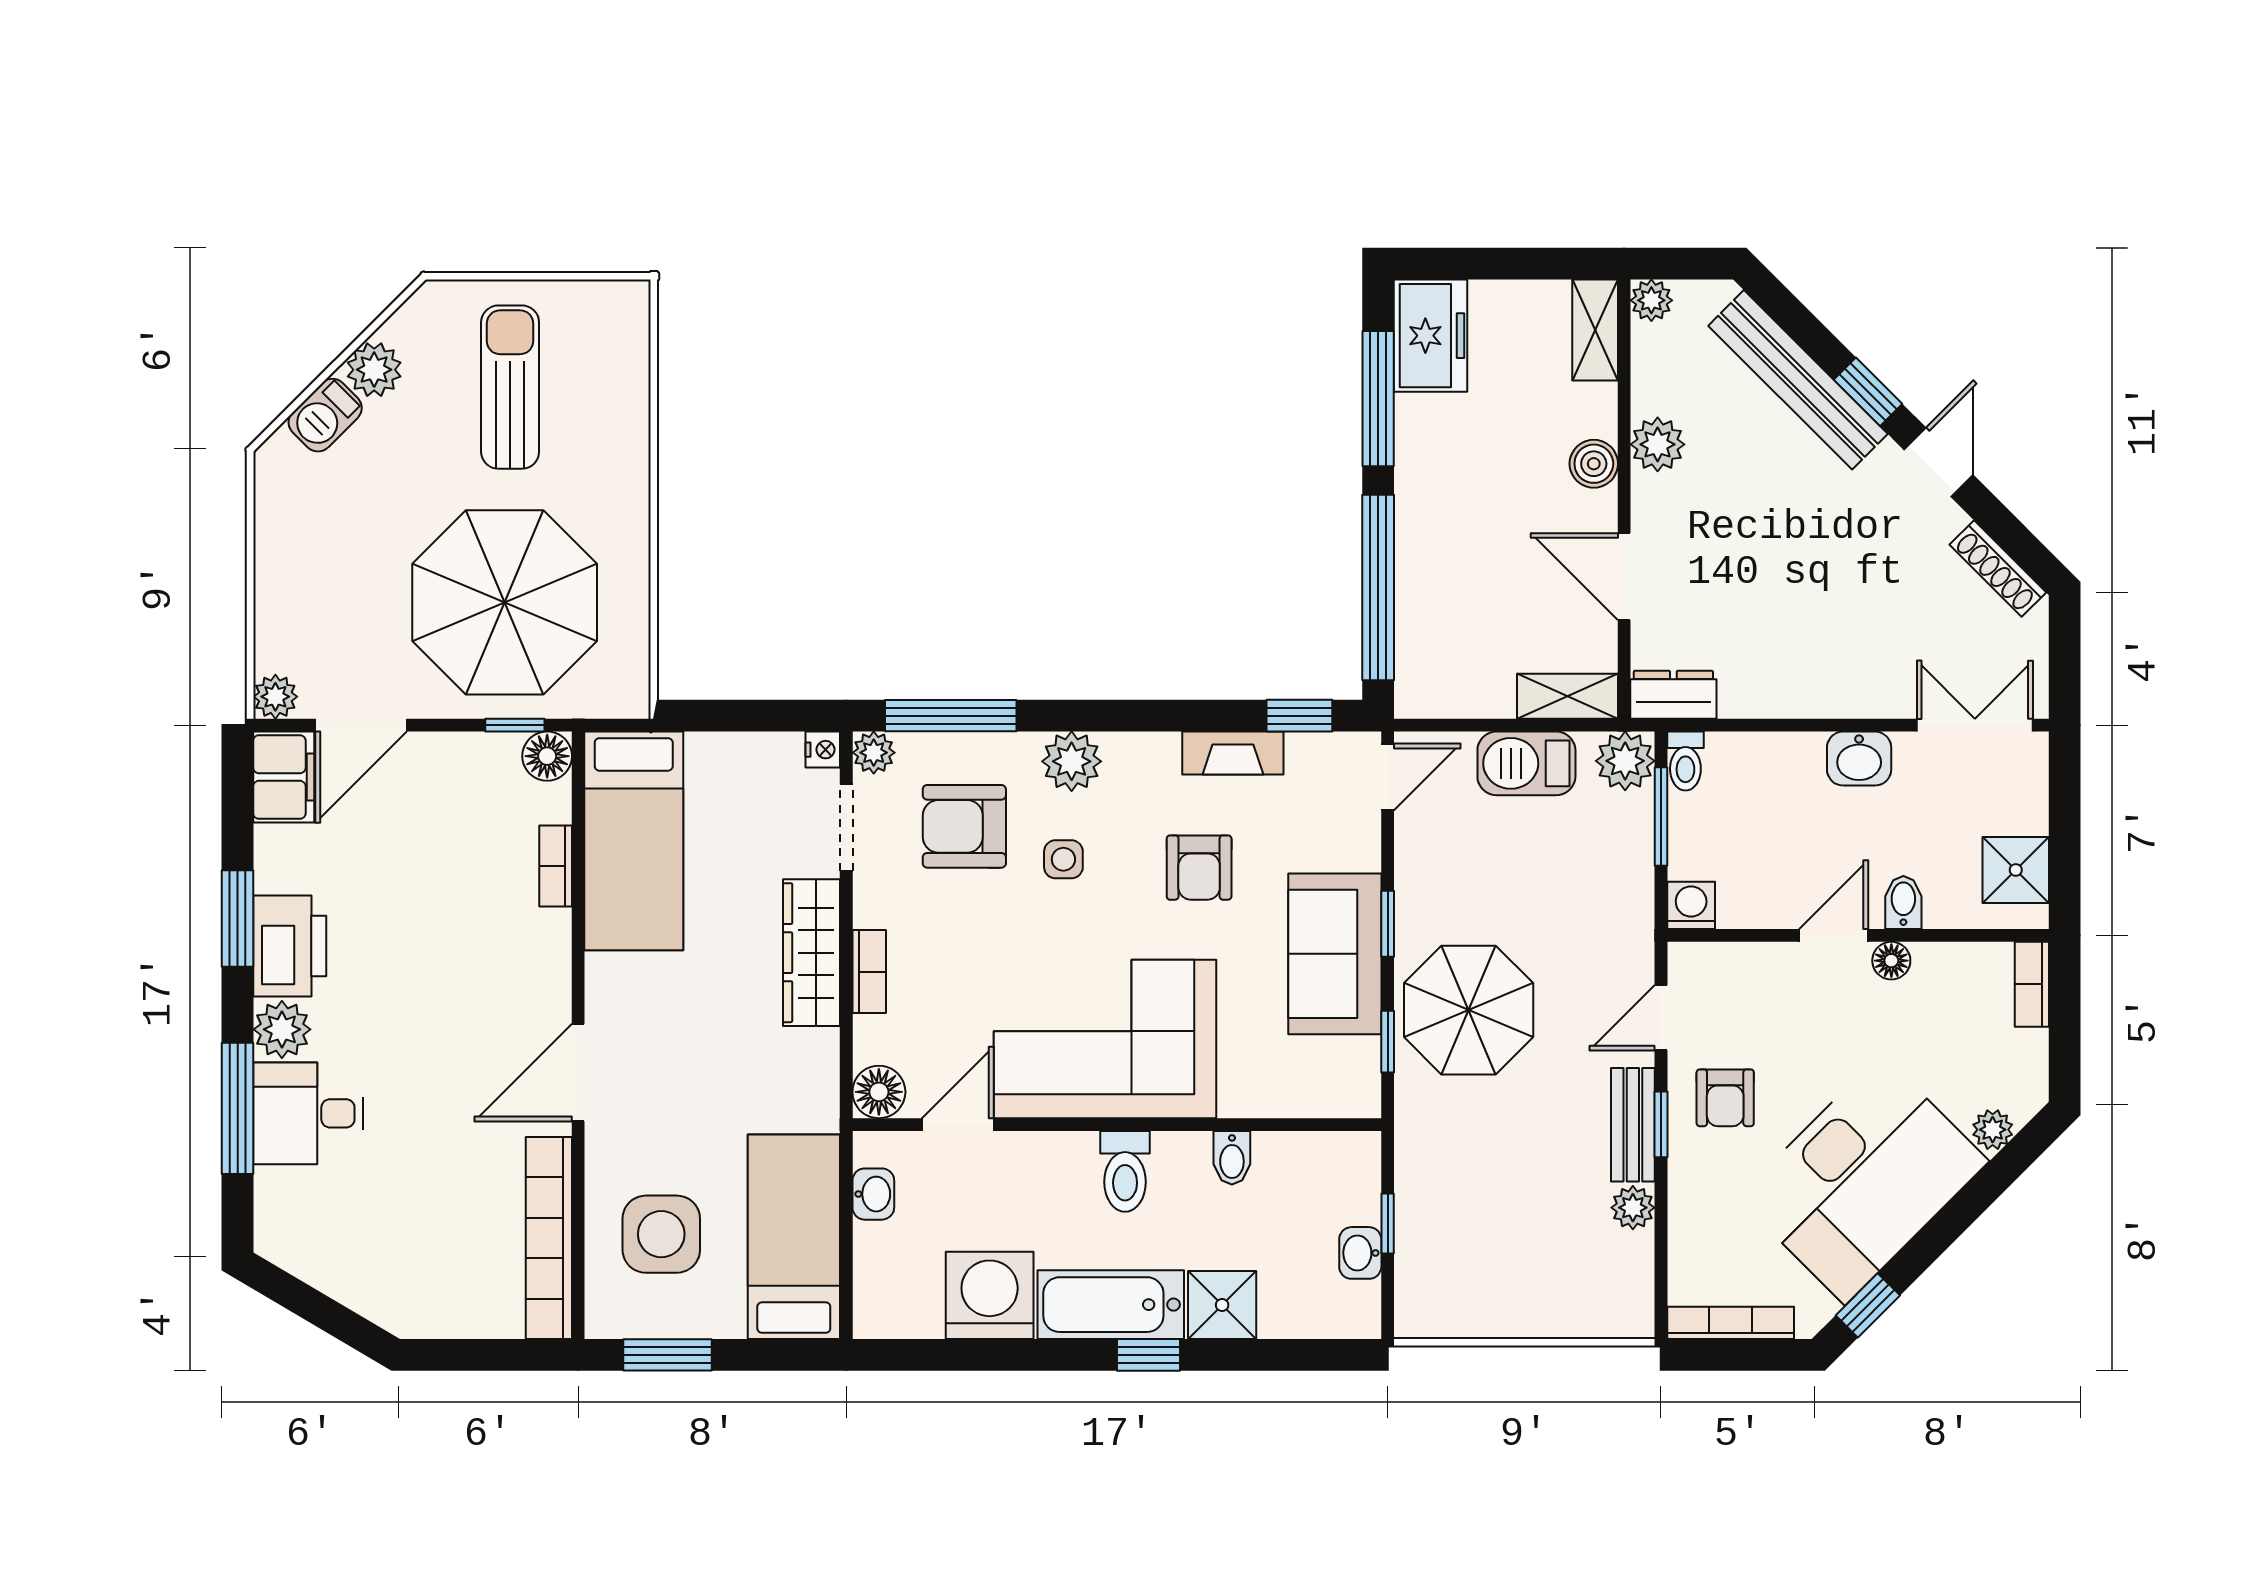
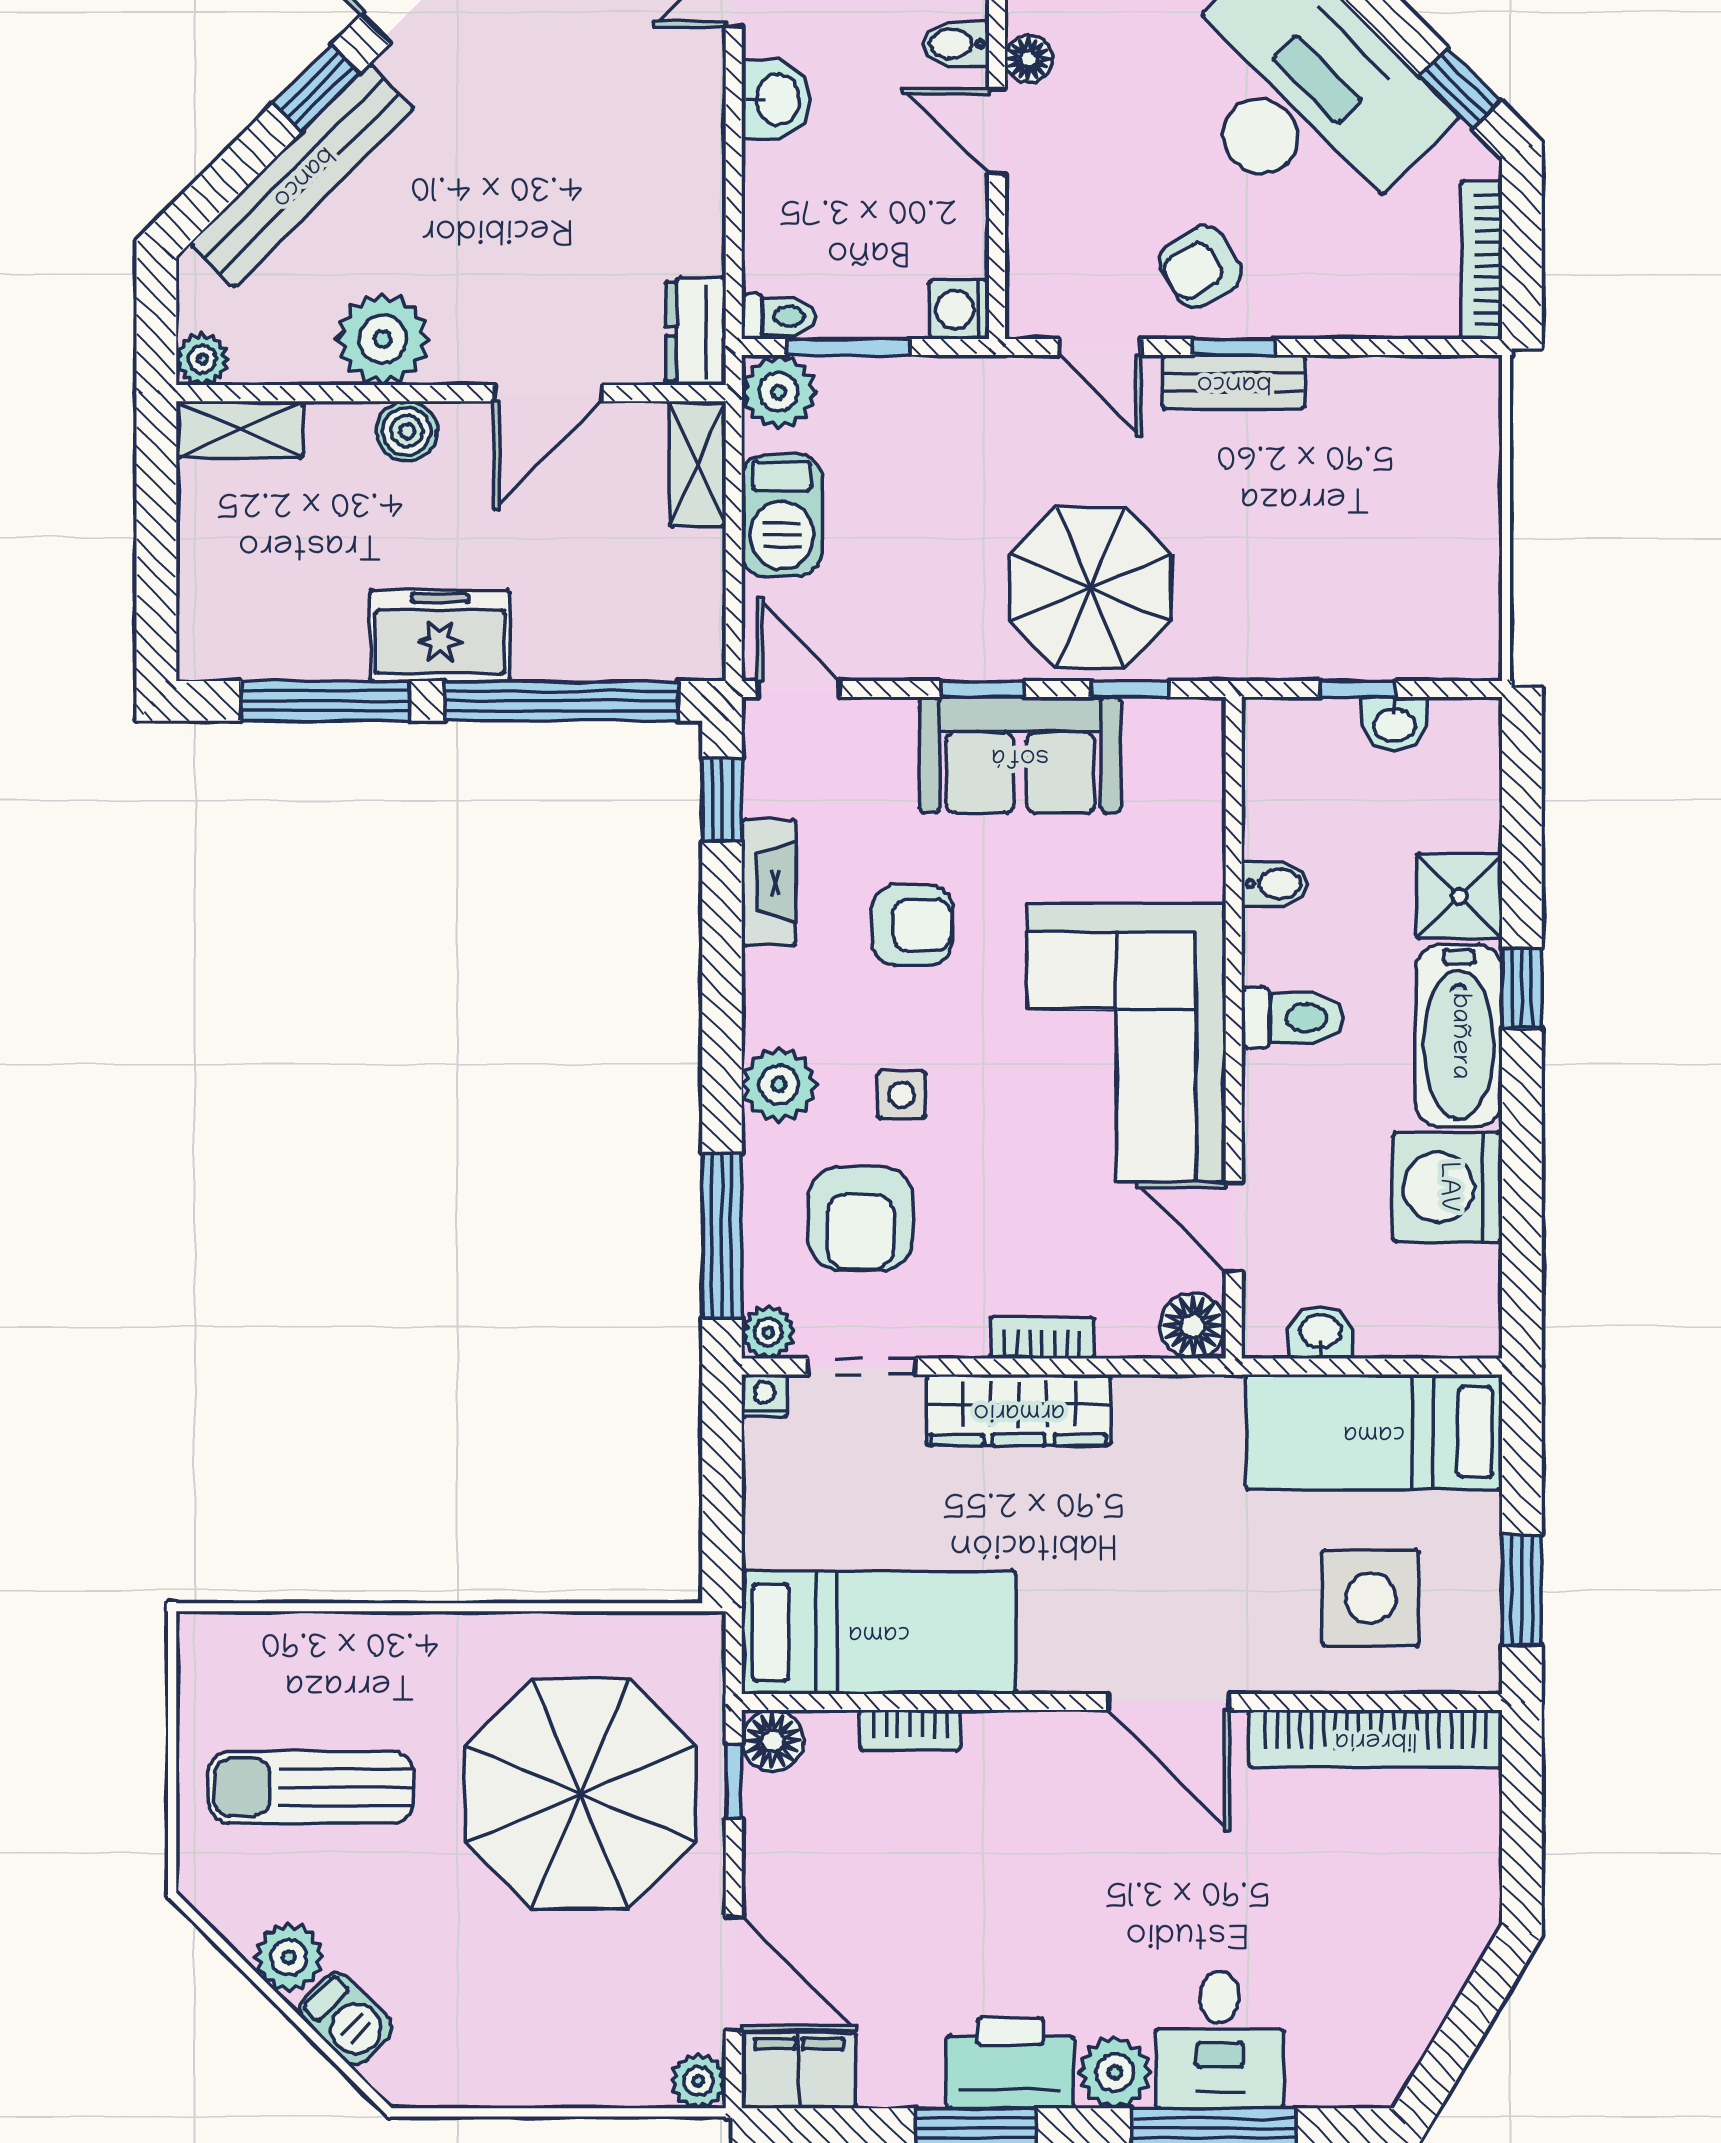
freezer: (1430, 336) -> (440, 635), moved
plant: (1658, 444) -> (383, 339), width x1.36, depth x1.36
armchair: (1725, 1098) -> (1200, 267), turned 150
plant: (1633, 1208) -> (1338, 382), removed

